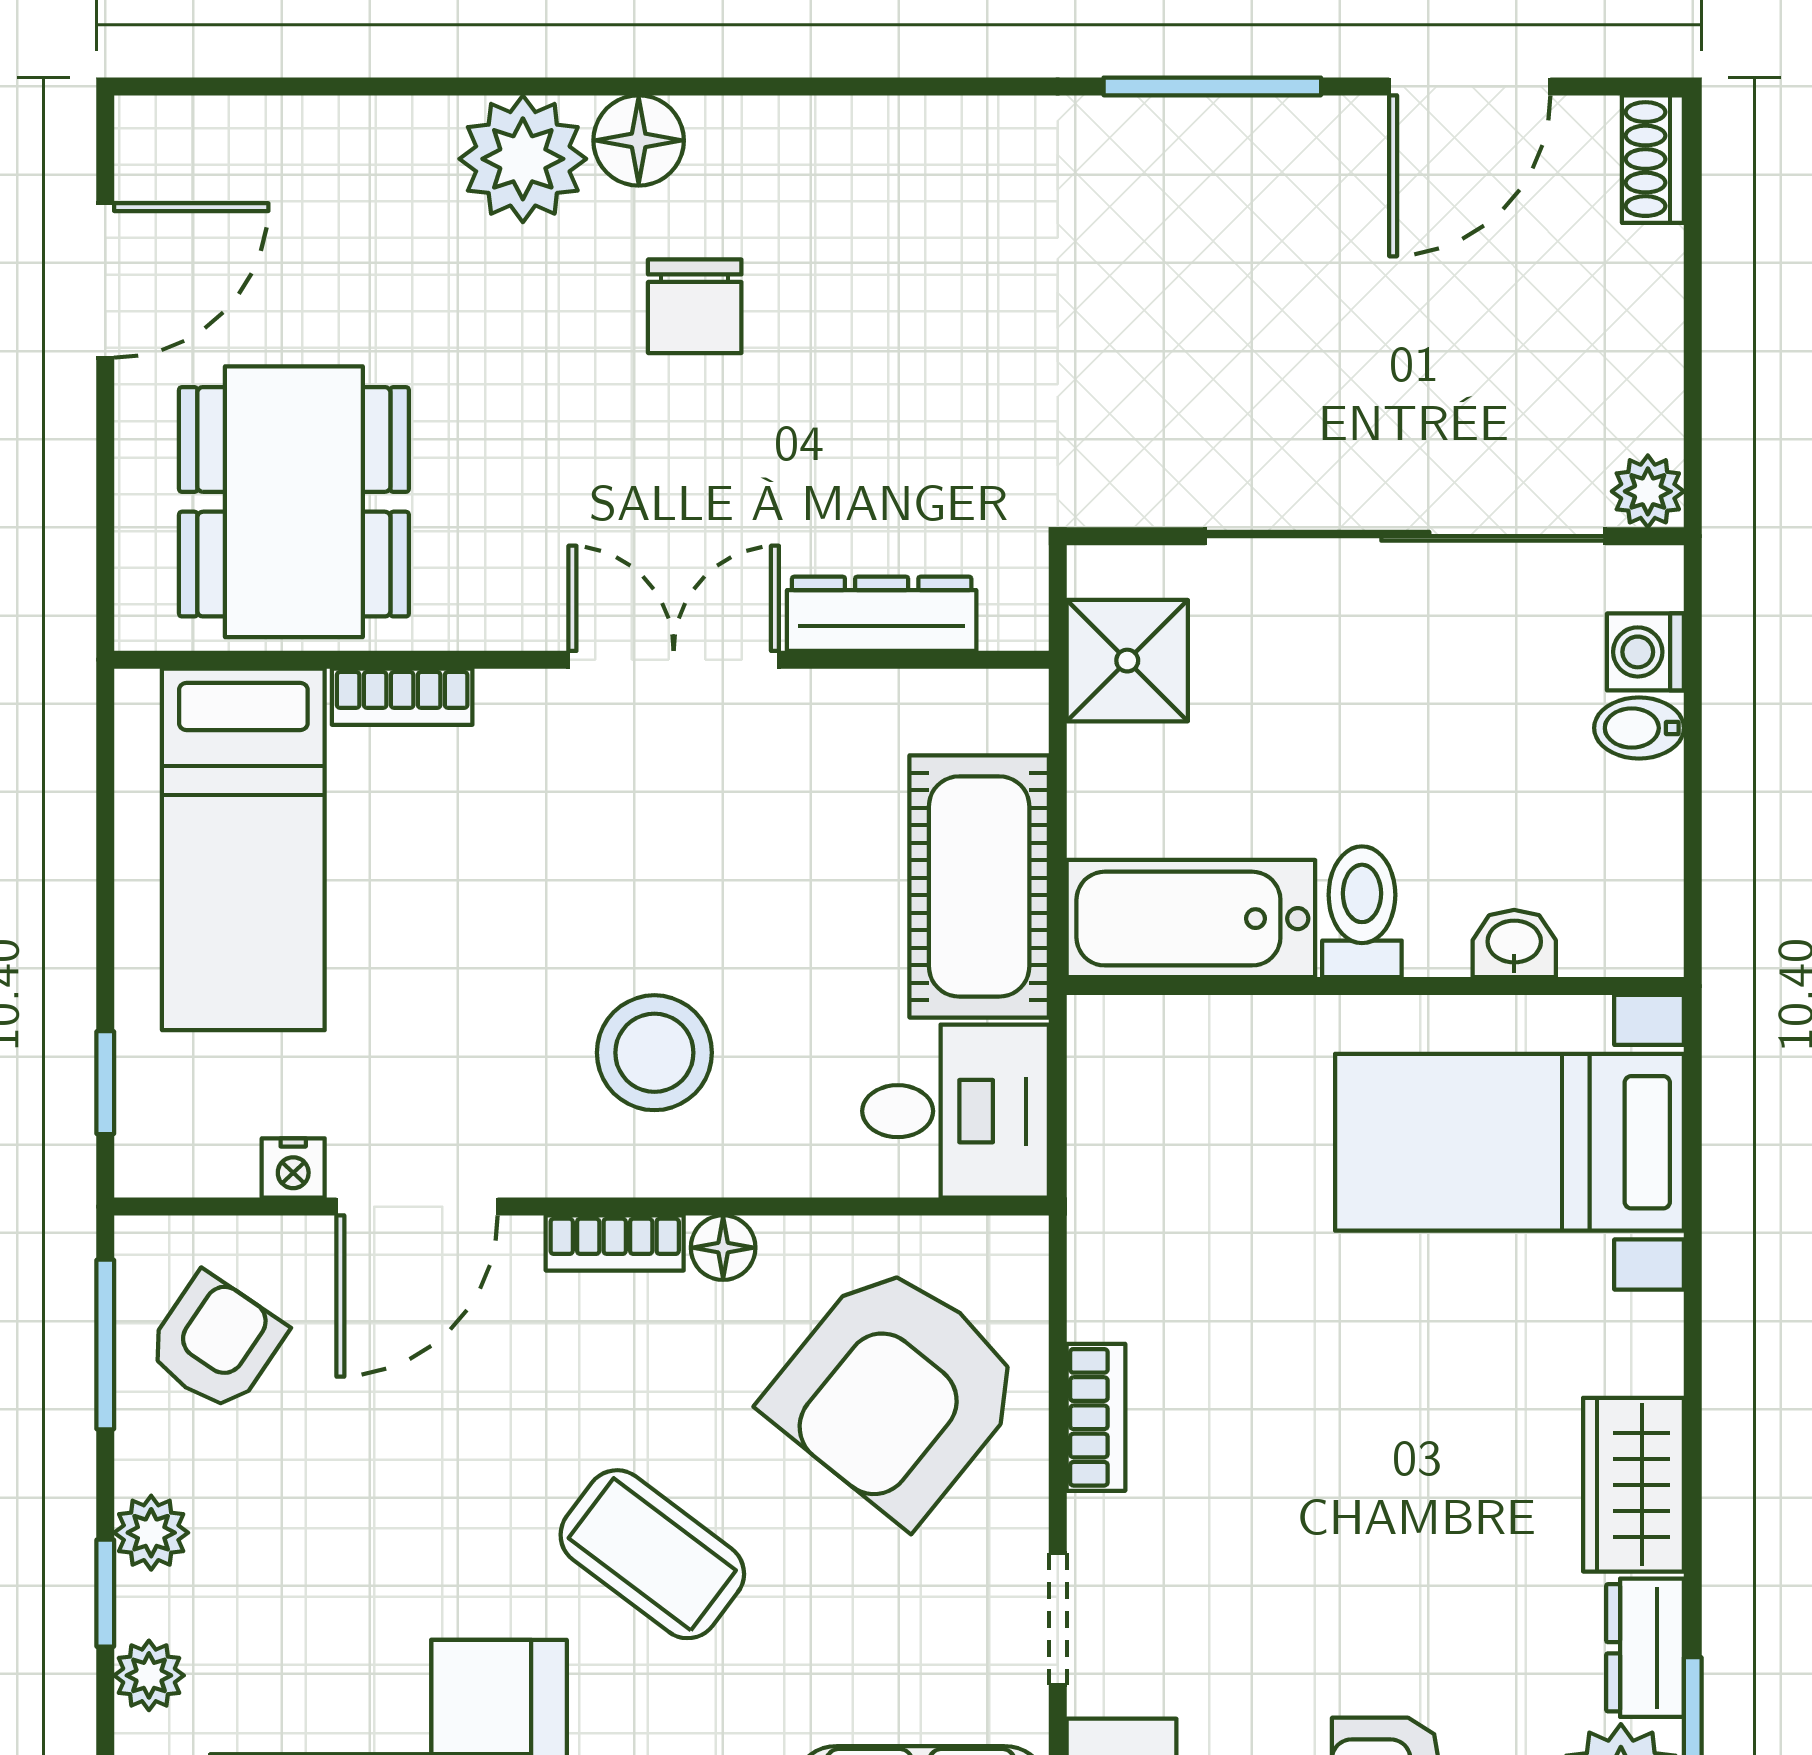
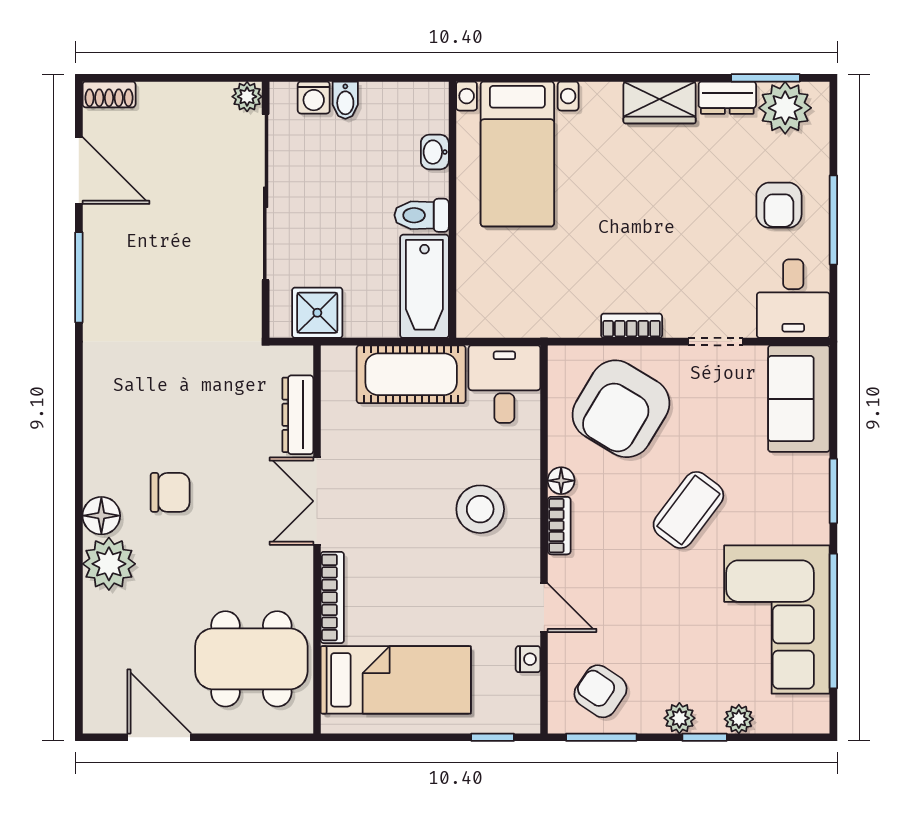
bookcase: (402, 697) -> (332, 597), width x1.56
door: (417, 1207) -> (544, 608), width x0.73
armchair: (896, 1392) -> (621, 409), turned 82

